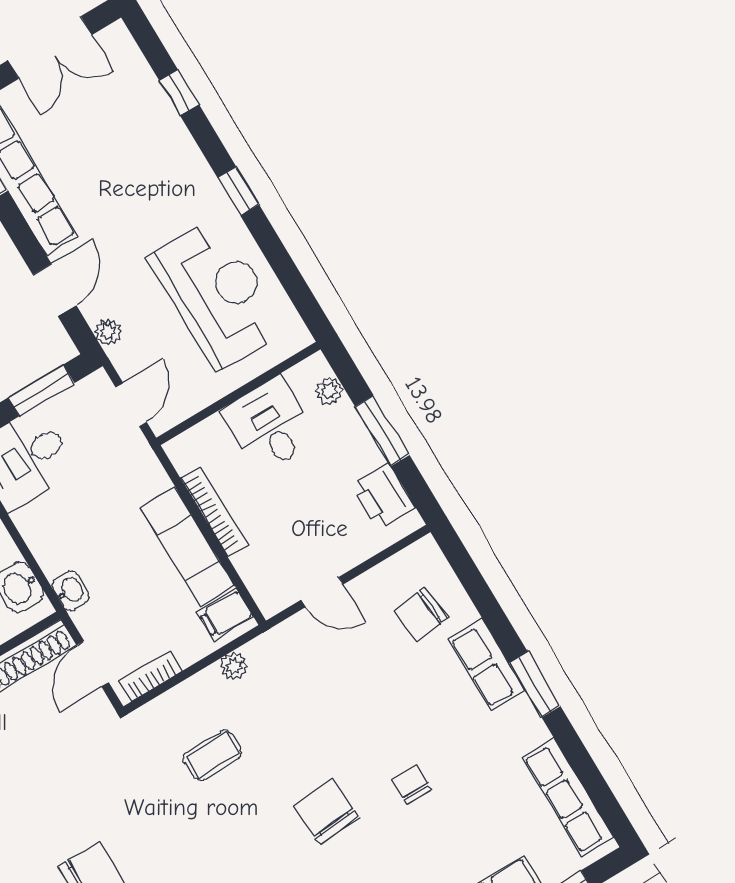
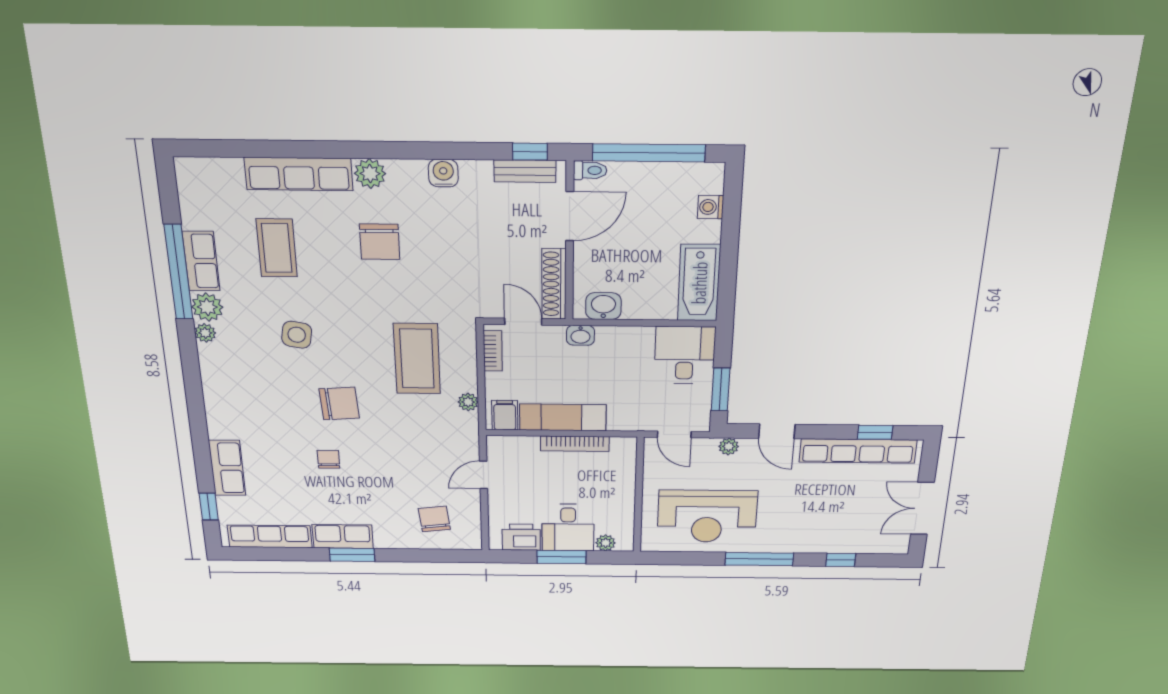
window: (238, 191) -> (759, 559), width x2.17
desk: (270, 425) -> (568, 528), moved, turned 90
row of seats: (487, 665) -> (343, 536), moved
coffee table: (213, 755) -> (417, 359), width x1.86, depth x1.72
chair: (412, 784) -> (328, 459), turned -90

